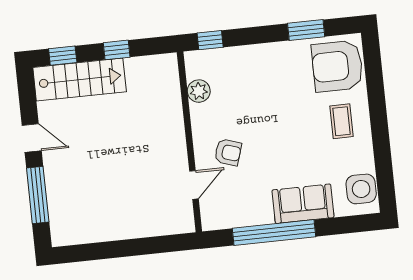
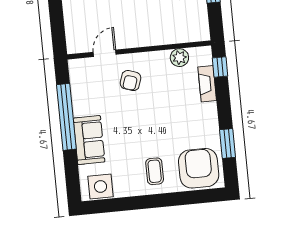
fireplace: (231, 56) -> (207, 84), added
coffee table: (342, 121) -> (155, 171), turned 90
door: (194, 185) -> (105, 53), swing flipped

